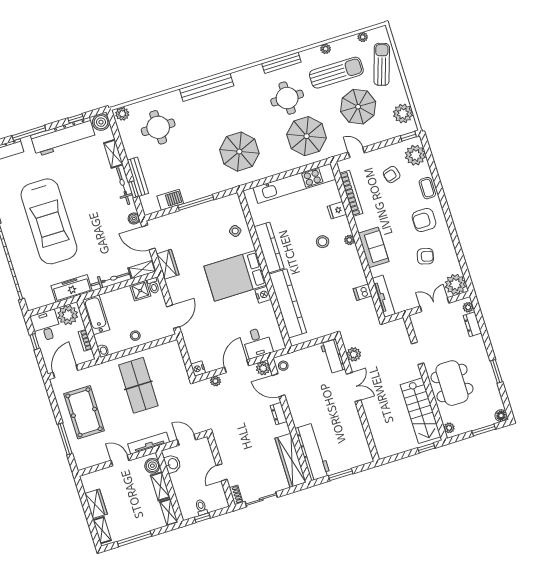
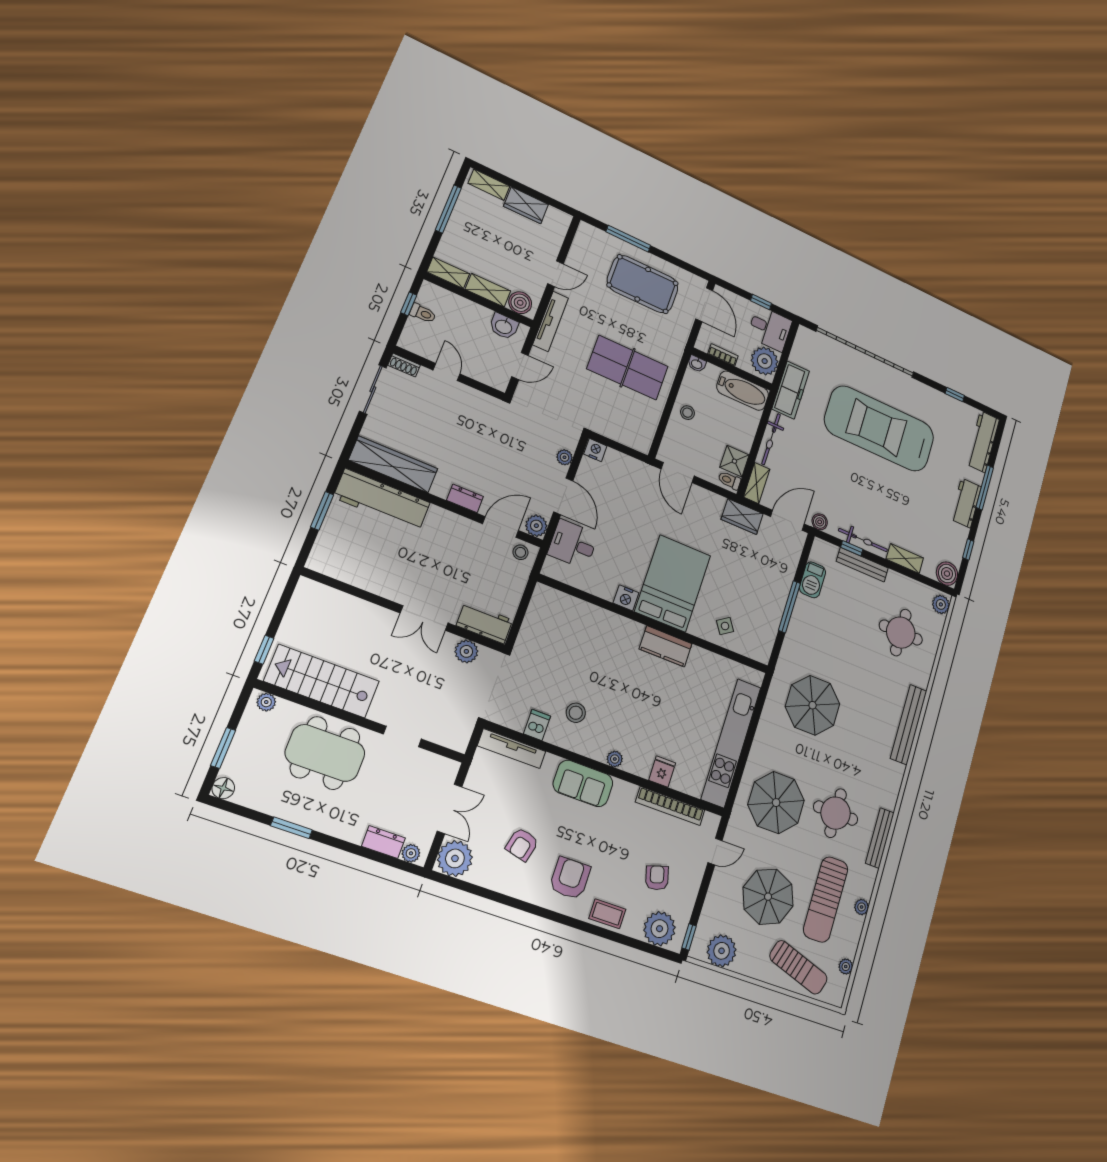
workbench: (63, 137) -> (966, 503), width x0.53, depth x0.76
stool: (323, 242) -> (576, 713), moved
kitchen counter: (269, 248) -> (666, 646), width x0.67
kitchen counter: (288, 303) -> (593, 619), removed

